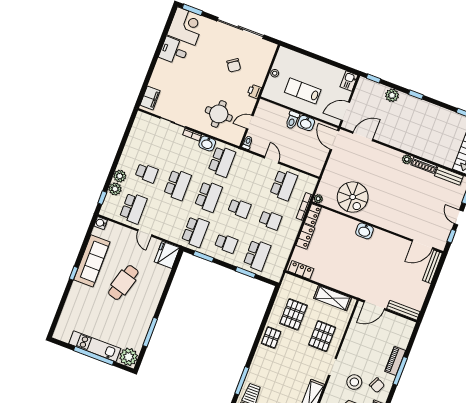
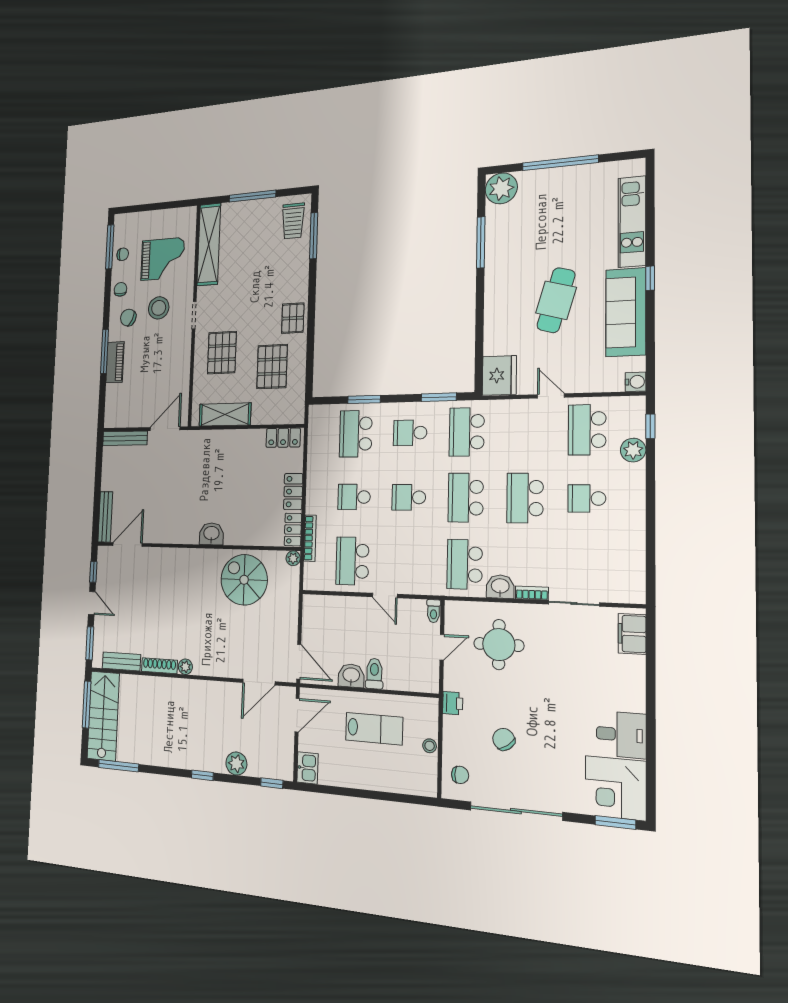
chair: (263, 54) -> (460, 775), added
plant: (120, 176) -> (633, 476), removed
kitchen unit: (95, 346) -> (632, 222), moved, turned 90

